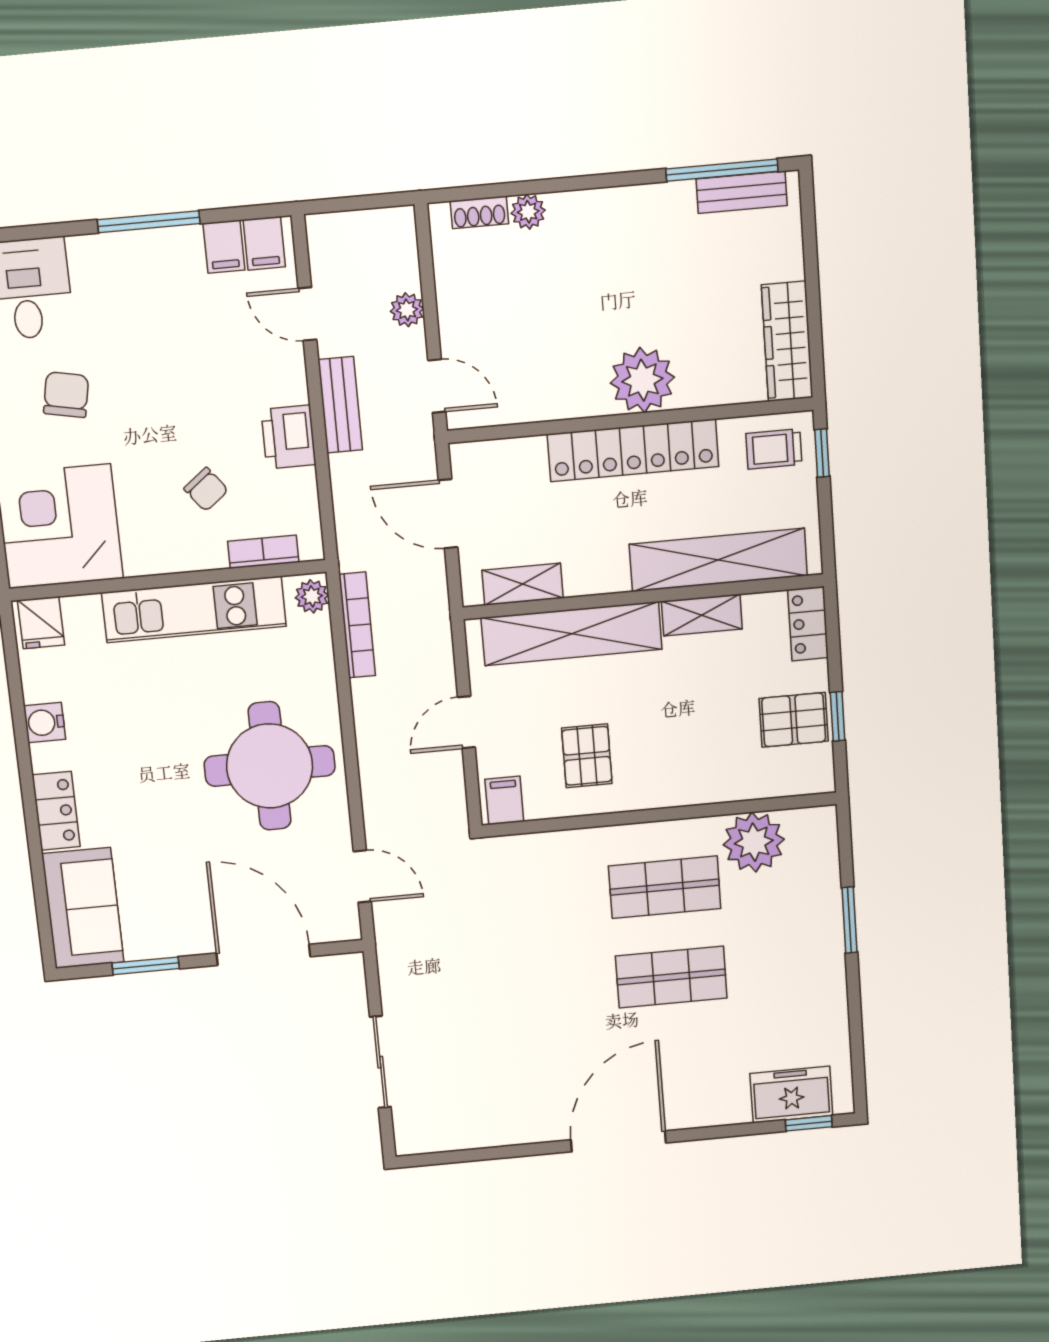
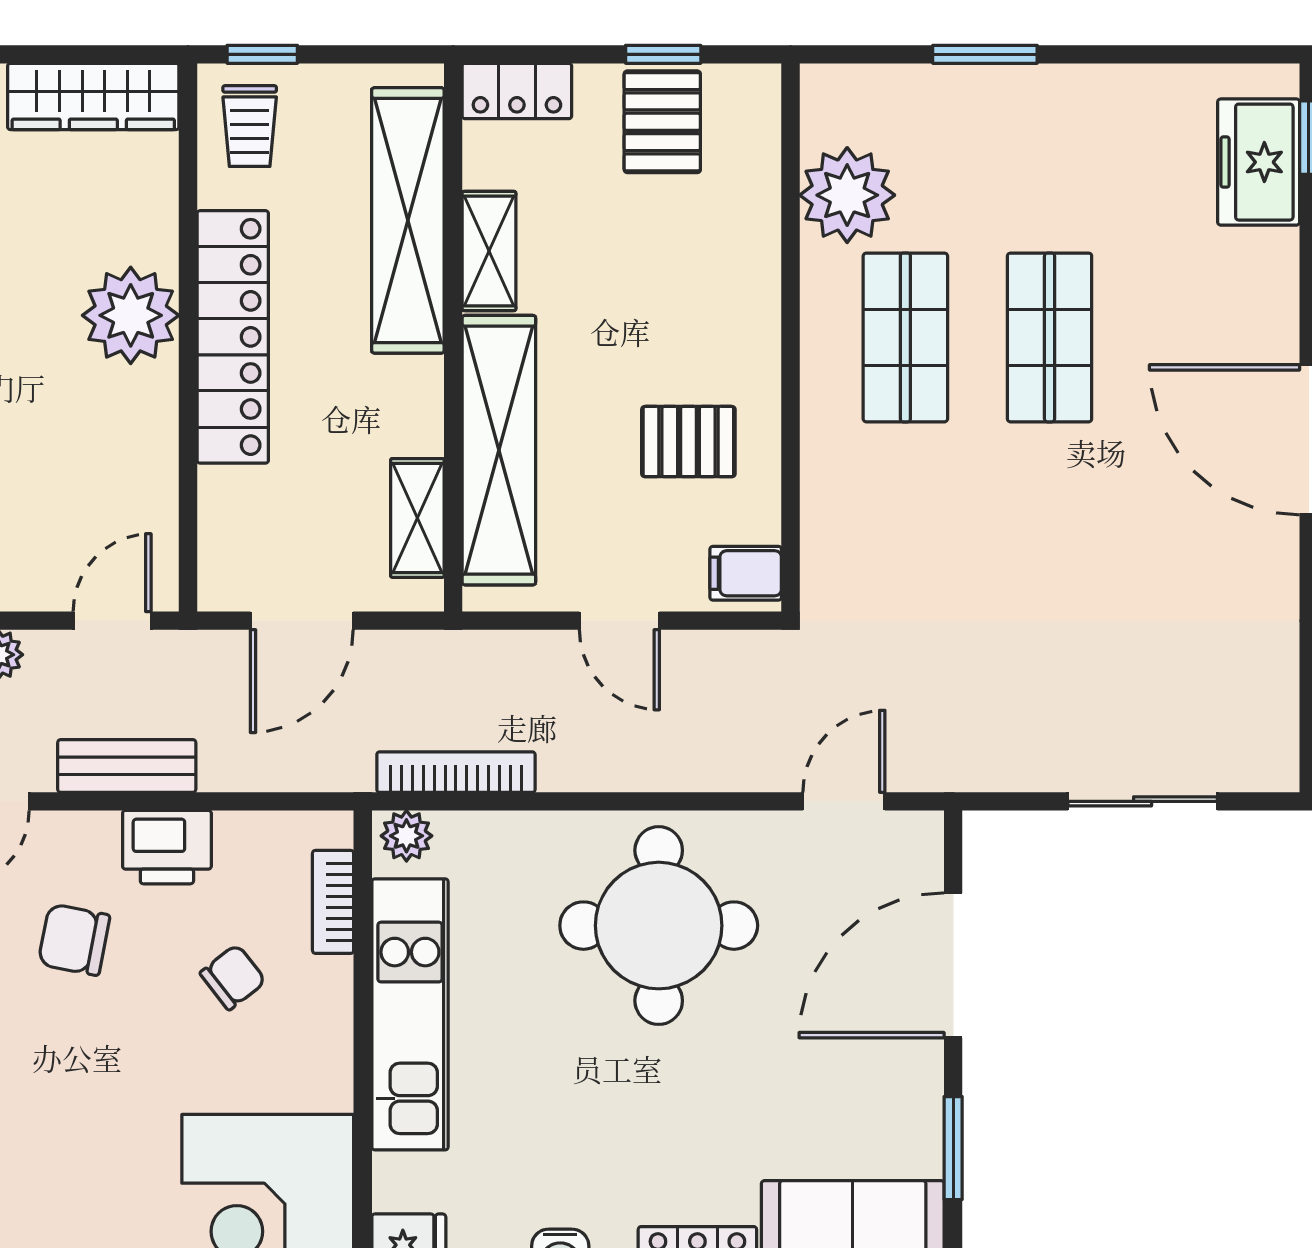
chair: (66, 395) -> (74, 940), moved

